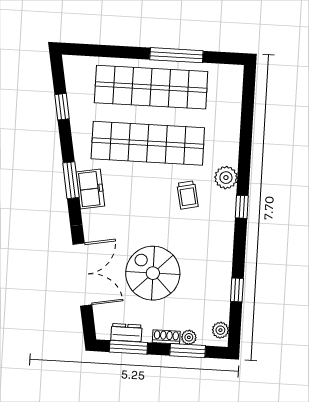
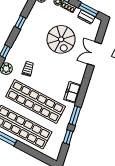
window: (71, 180) -> (75, 116), moved
double door: (82, 275) -> (94, 54), width x0.73
window: (237, 290) -> (20, 22), moved

